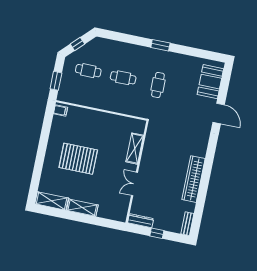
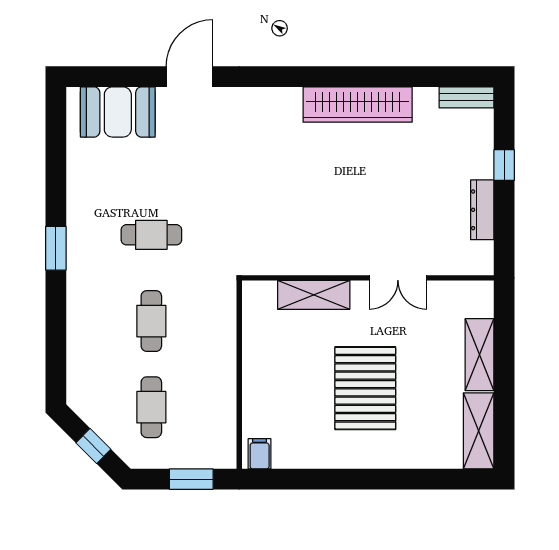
shelving: (135, 149) -> (314, 295), moved
wall: (137, 172) -> (368, 278), moved
double door: (134, 184) -> (398, 278), moved

